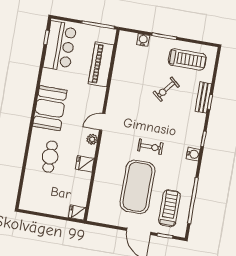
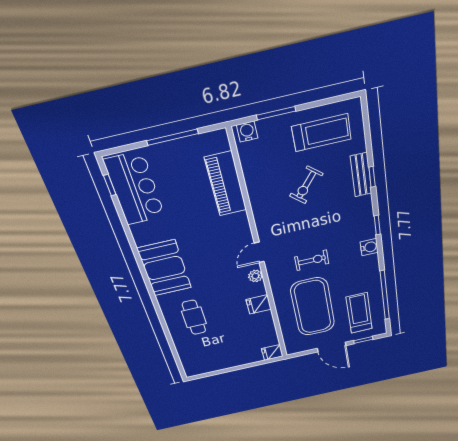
piano: (101, 64) -> (226, 184), moved
door: (102, 122) -> (259, 252), moved
wall: (102, 125) -> (260, 256), moved
plant: (92, 139) -> (255, 276), moved
fridge: (85, 164) -> (259, 304), moved
fridge: (77, 213) -> (272, 352), moved

